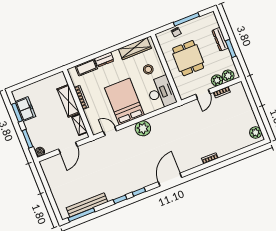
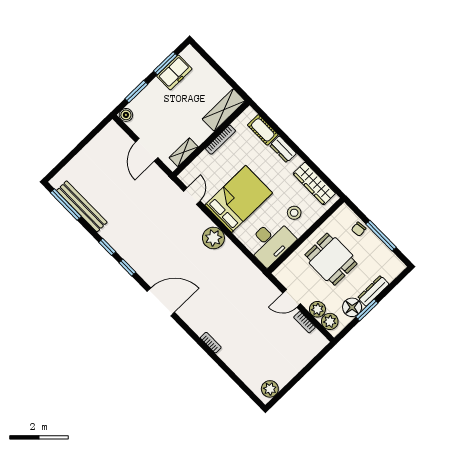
floor lamp: (225, 57) -> (352, 307), added
dining table: (188, 58) -> (331, 259), turned 90
shelving: (68, 101) -> (224, 110), moved
door: (68, 148) -> (147, 150), hinge flipped

